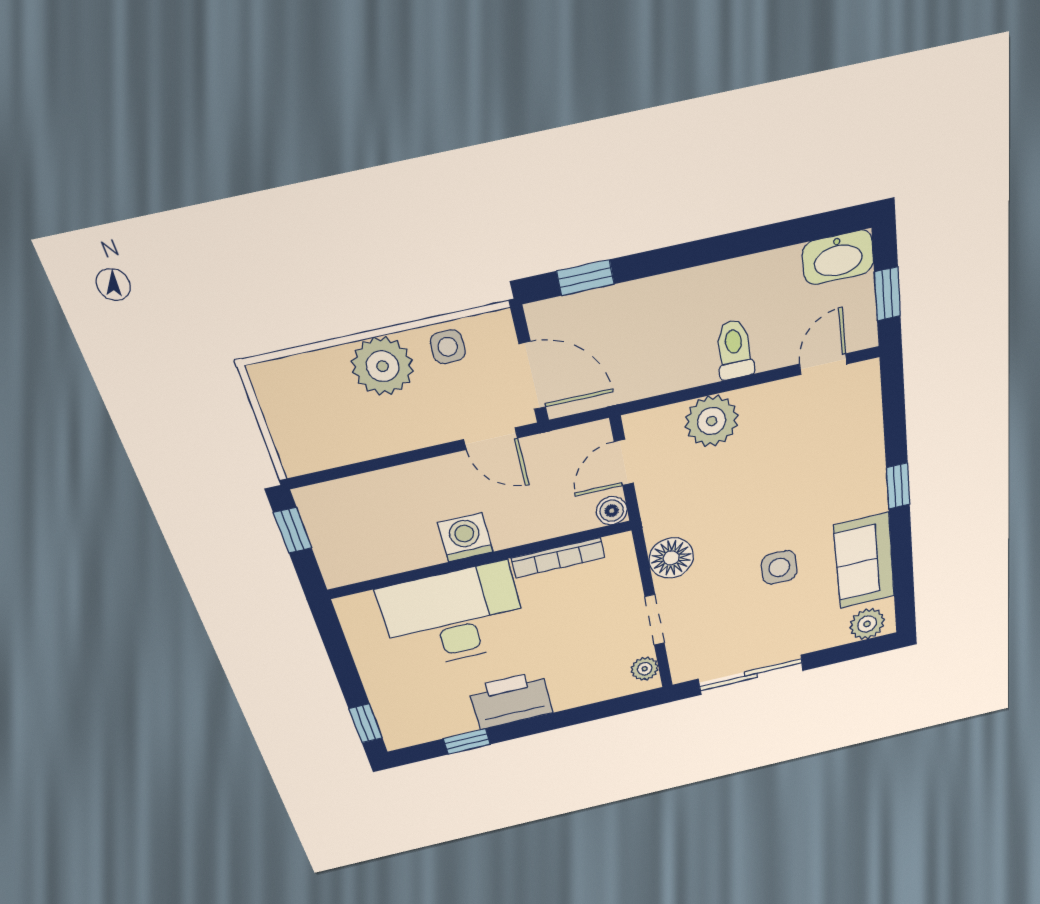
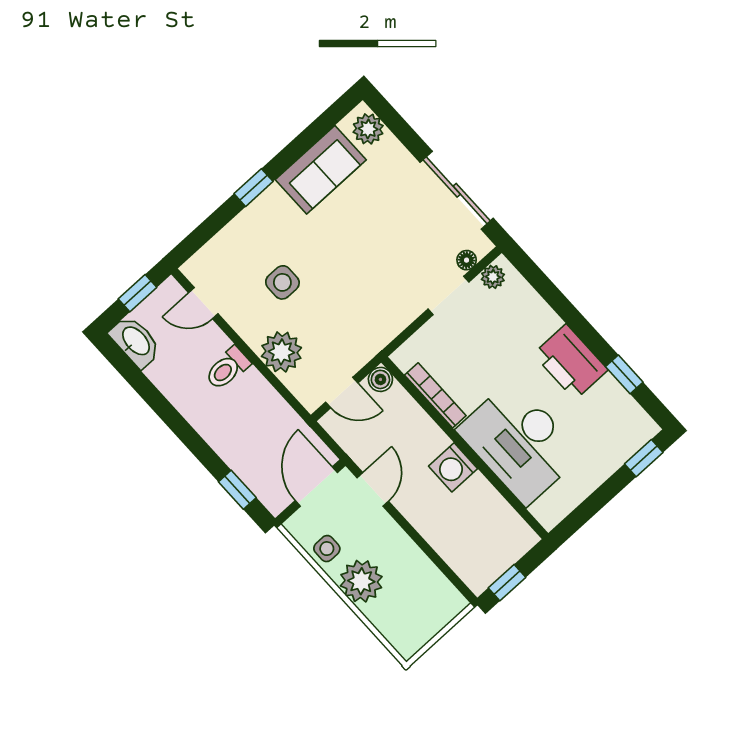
floor lamp: (671, 558) -> (467, 260), moved, width x0.53, depth x0.53
side table: (779, 567) -> (282, 282), moved

